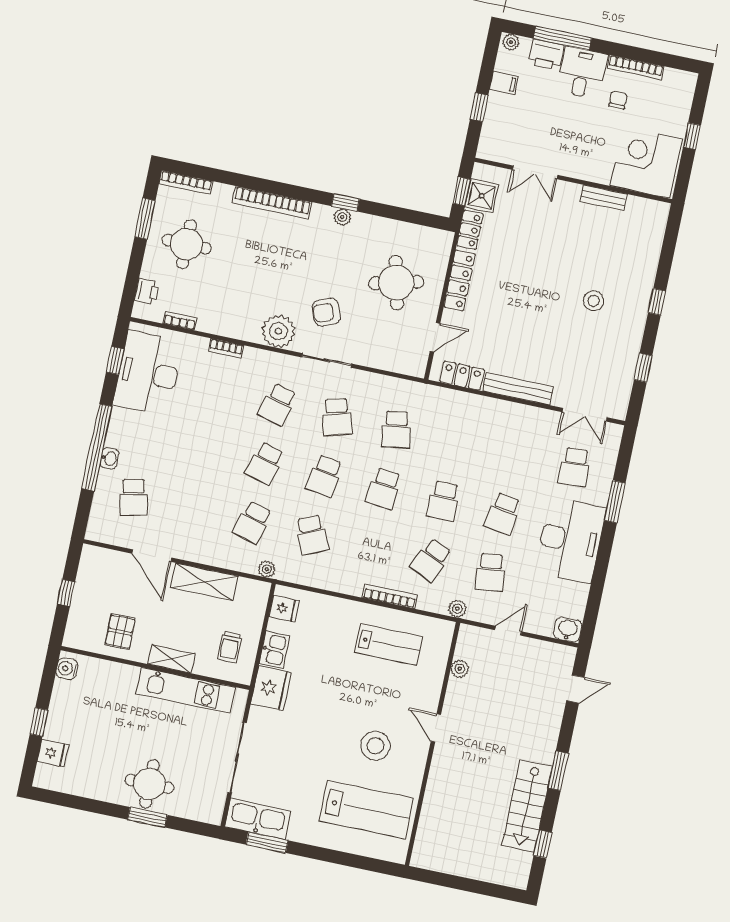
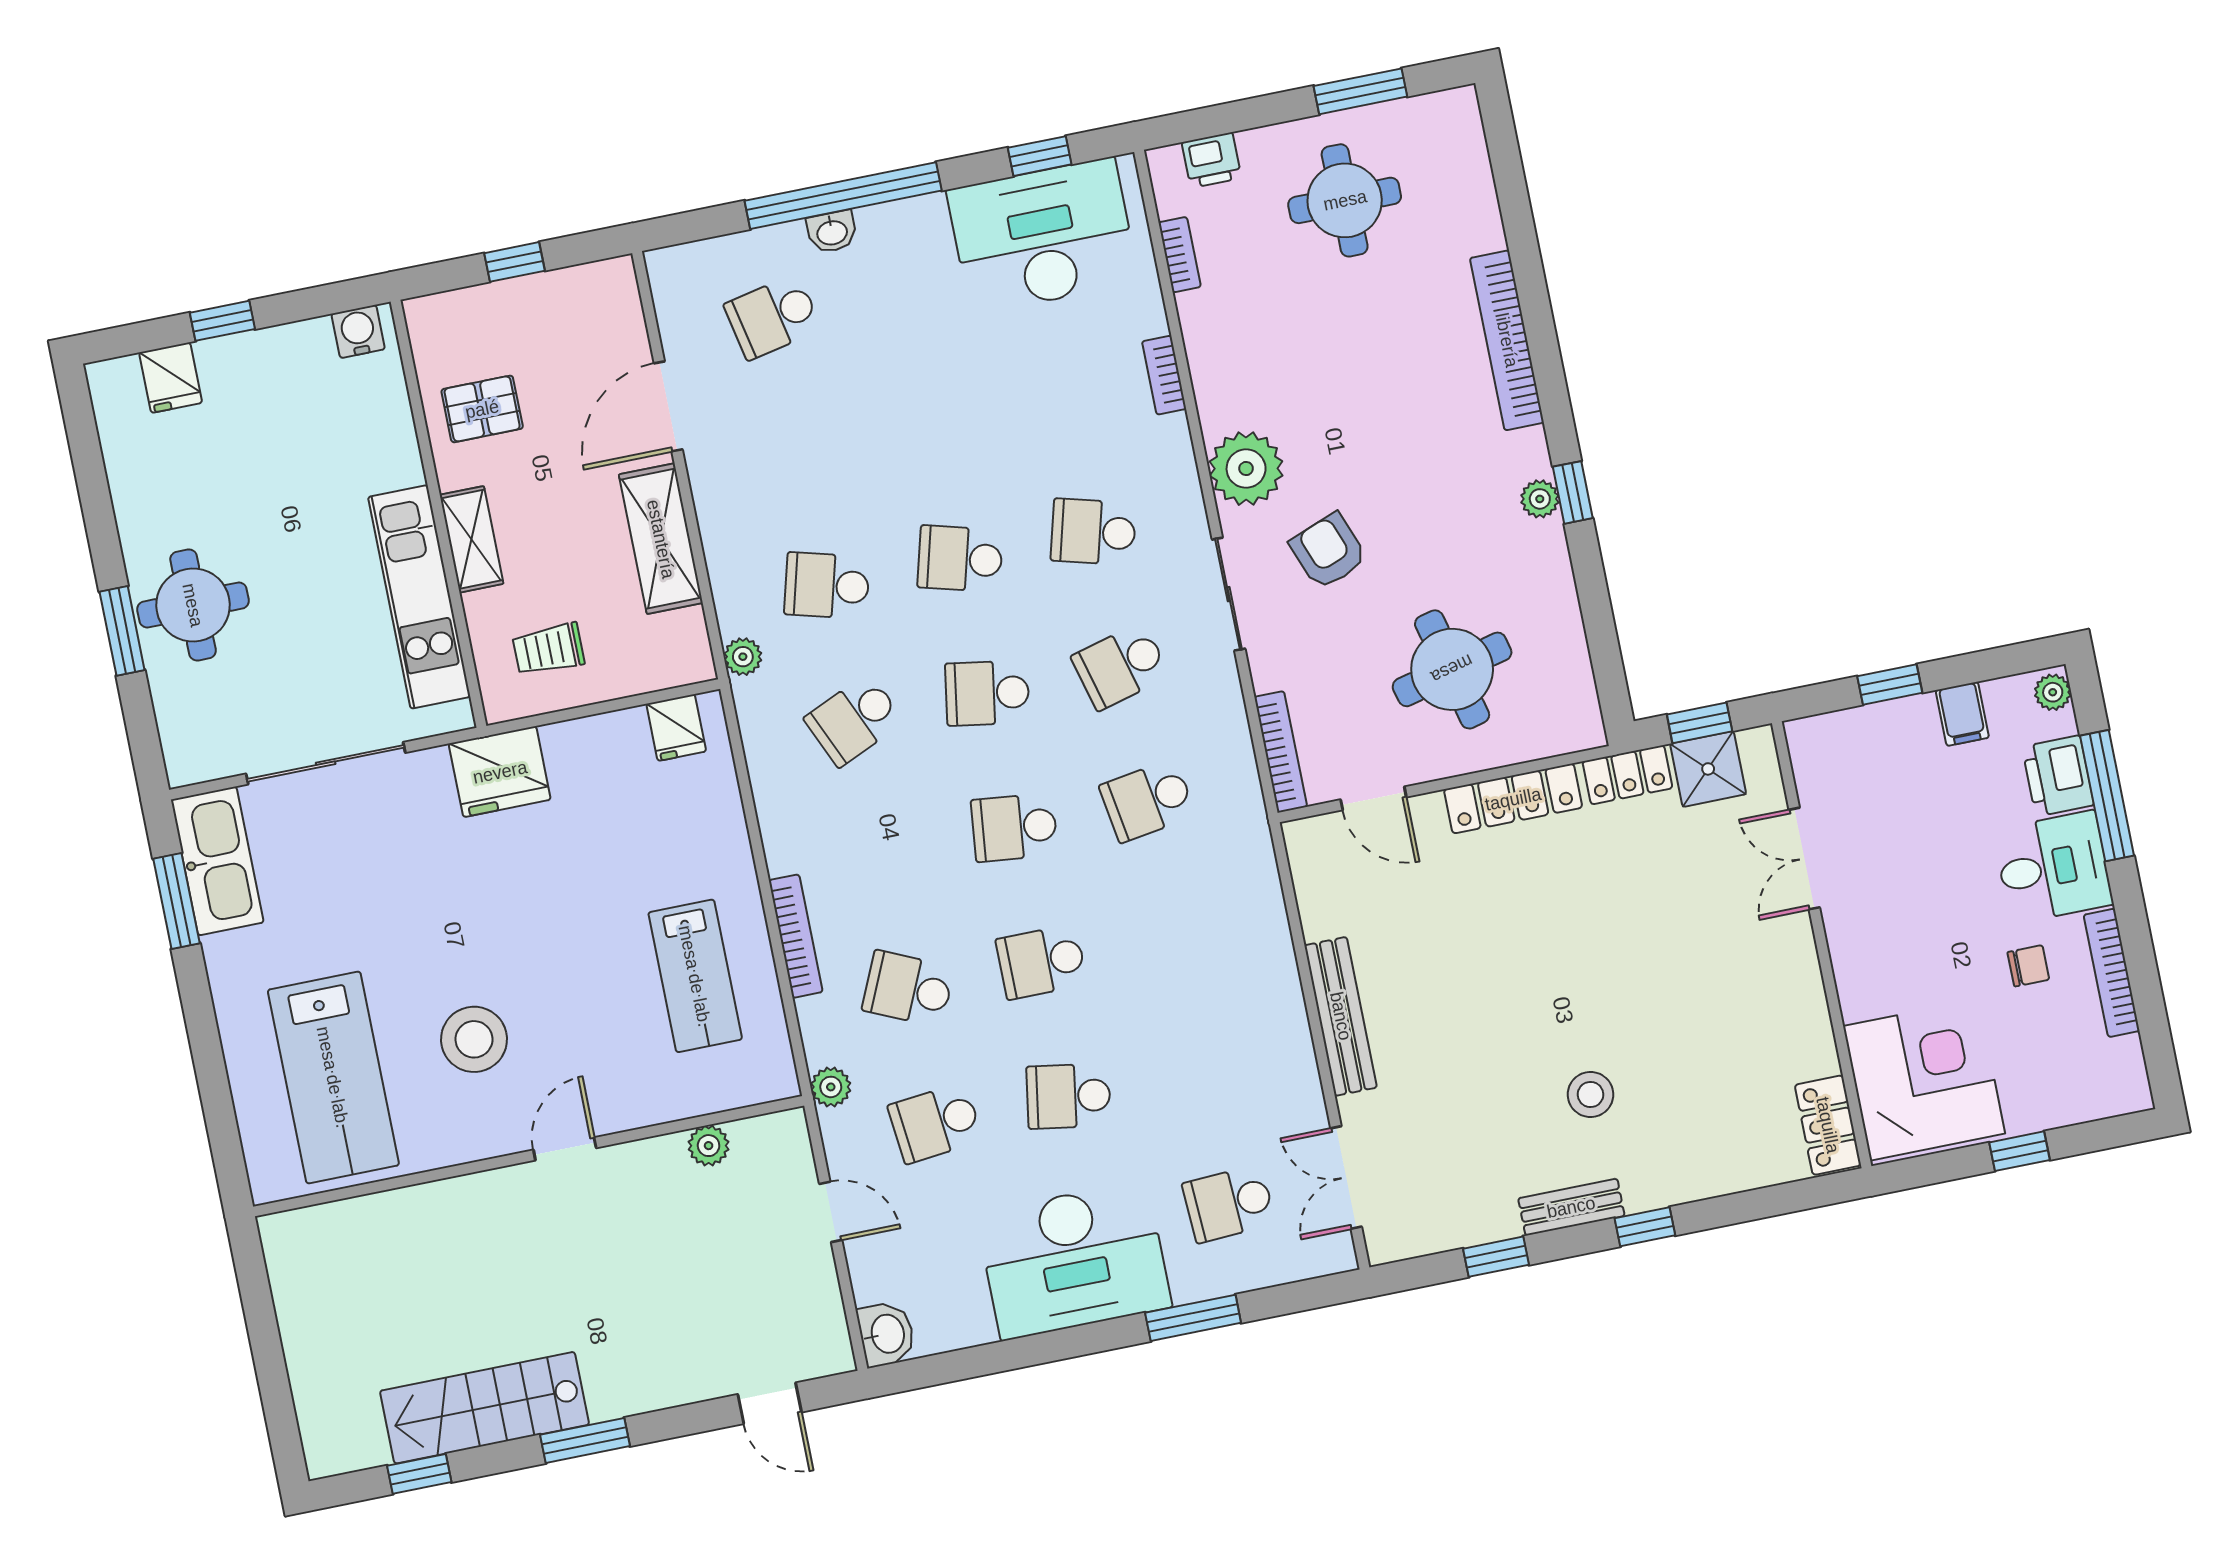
bookcase: (186, 182) -> (1281, 752), moved, turned 180
bench: (603, 198) -> (1571, 1207), moved, turned 90
locker: (462, 376) -> (1828, 1125), moved, turned 180
kitchen sink: (274, 650) -> (583, 745), removed

